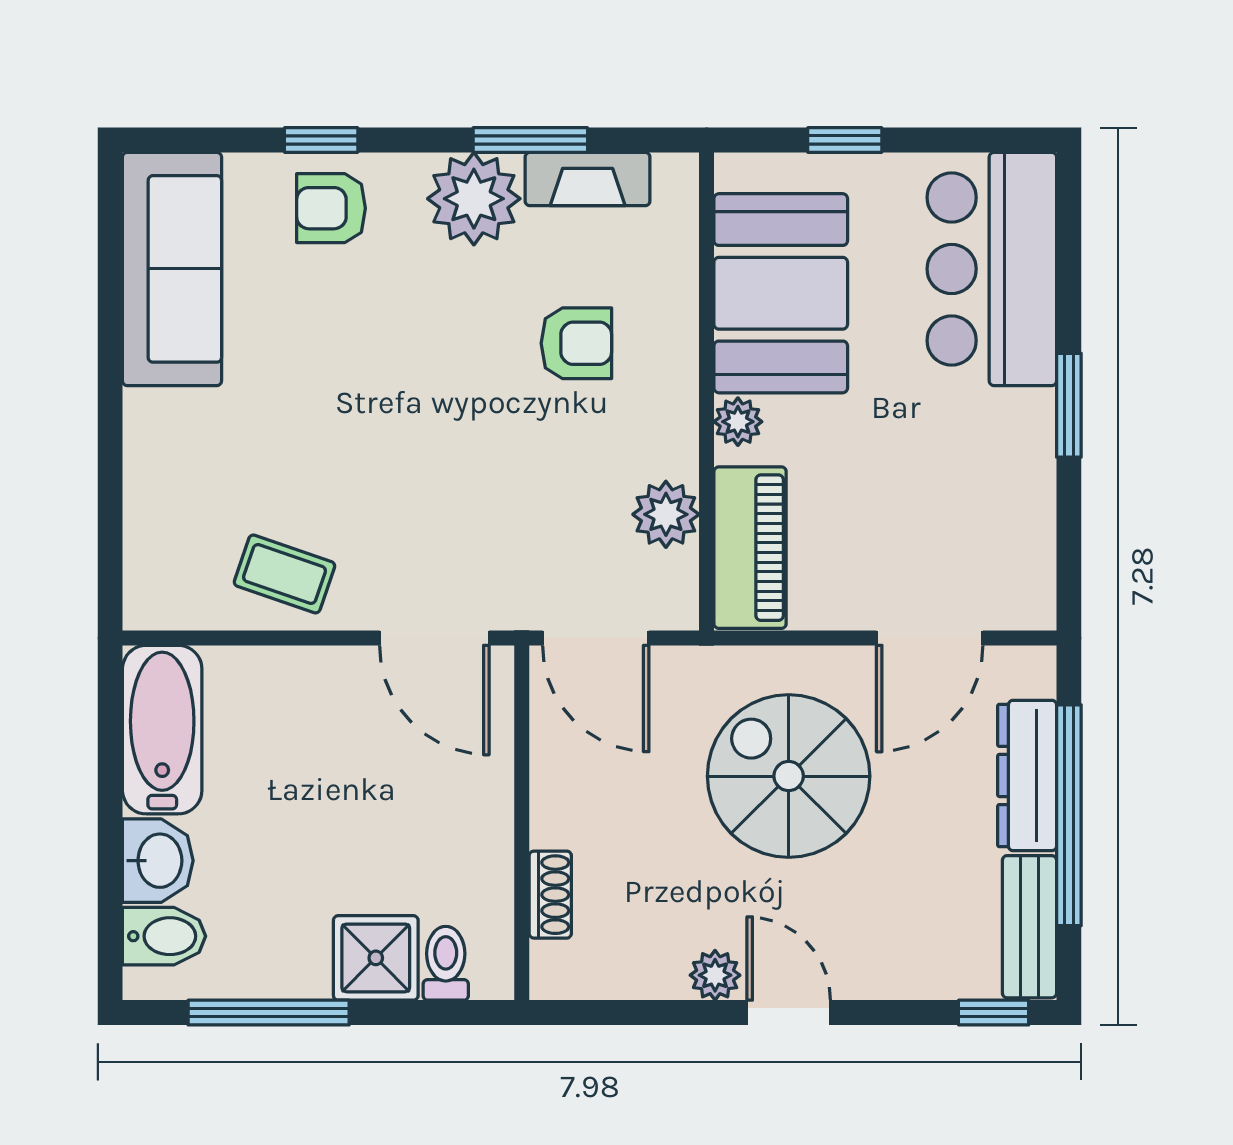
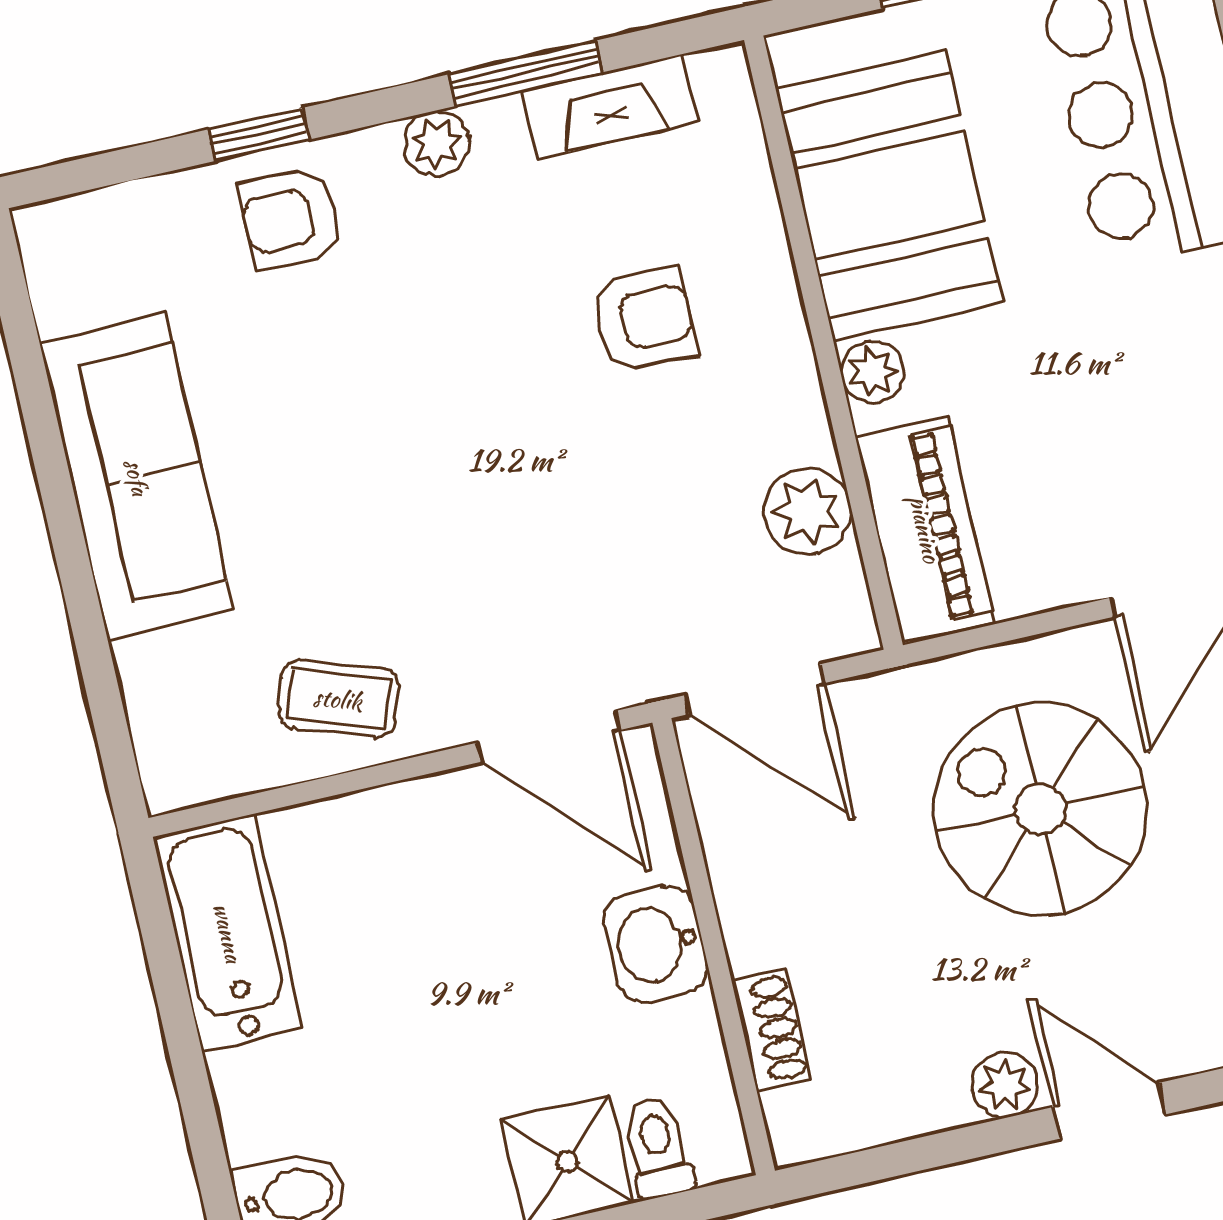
plant: (474, 199) -> (436, 143), width x0.53, depth x0.53
sofa: (172, 269) -> (137, 477), moved
washbasin: (158, 861) -> (656, 944), moved, turned 180

